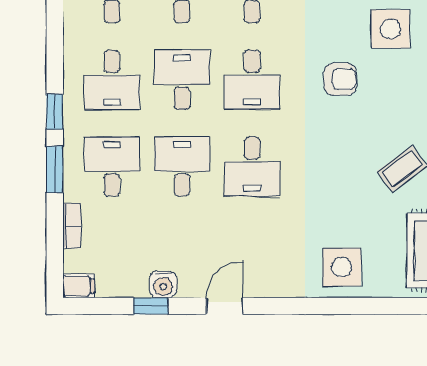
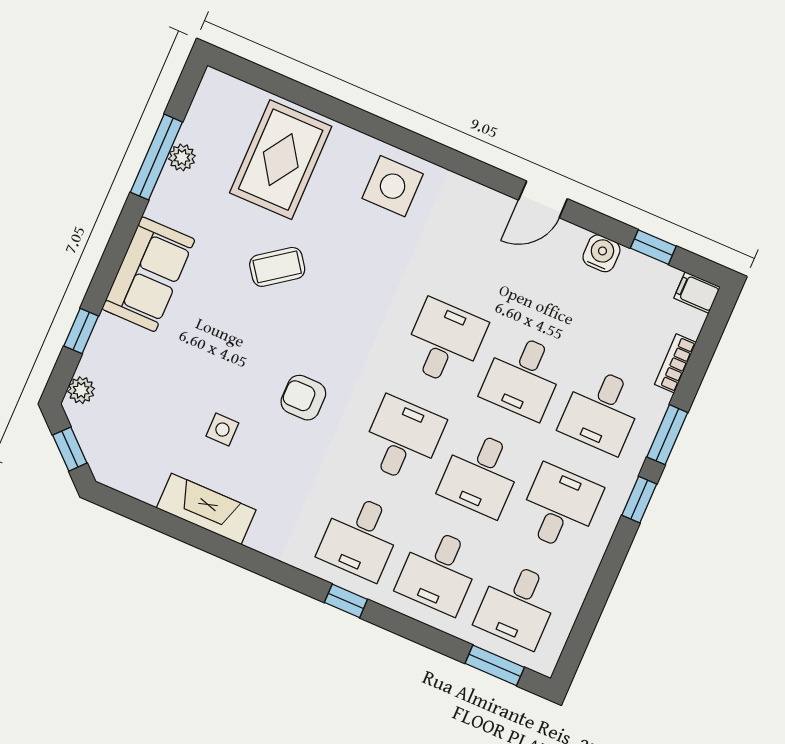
side table: (390, 29) -> (222, 430), width x0.54, depth x0.54
window: (151, 306) -> (653, 247), moved

